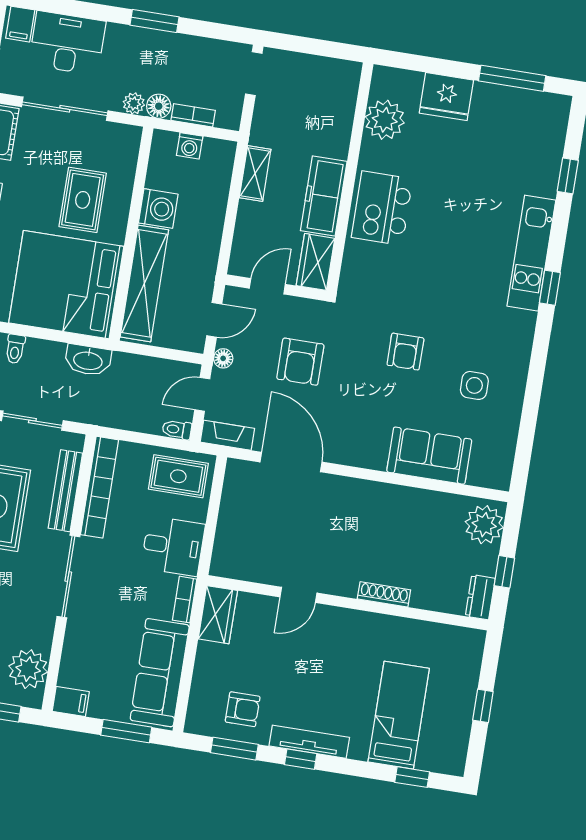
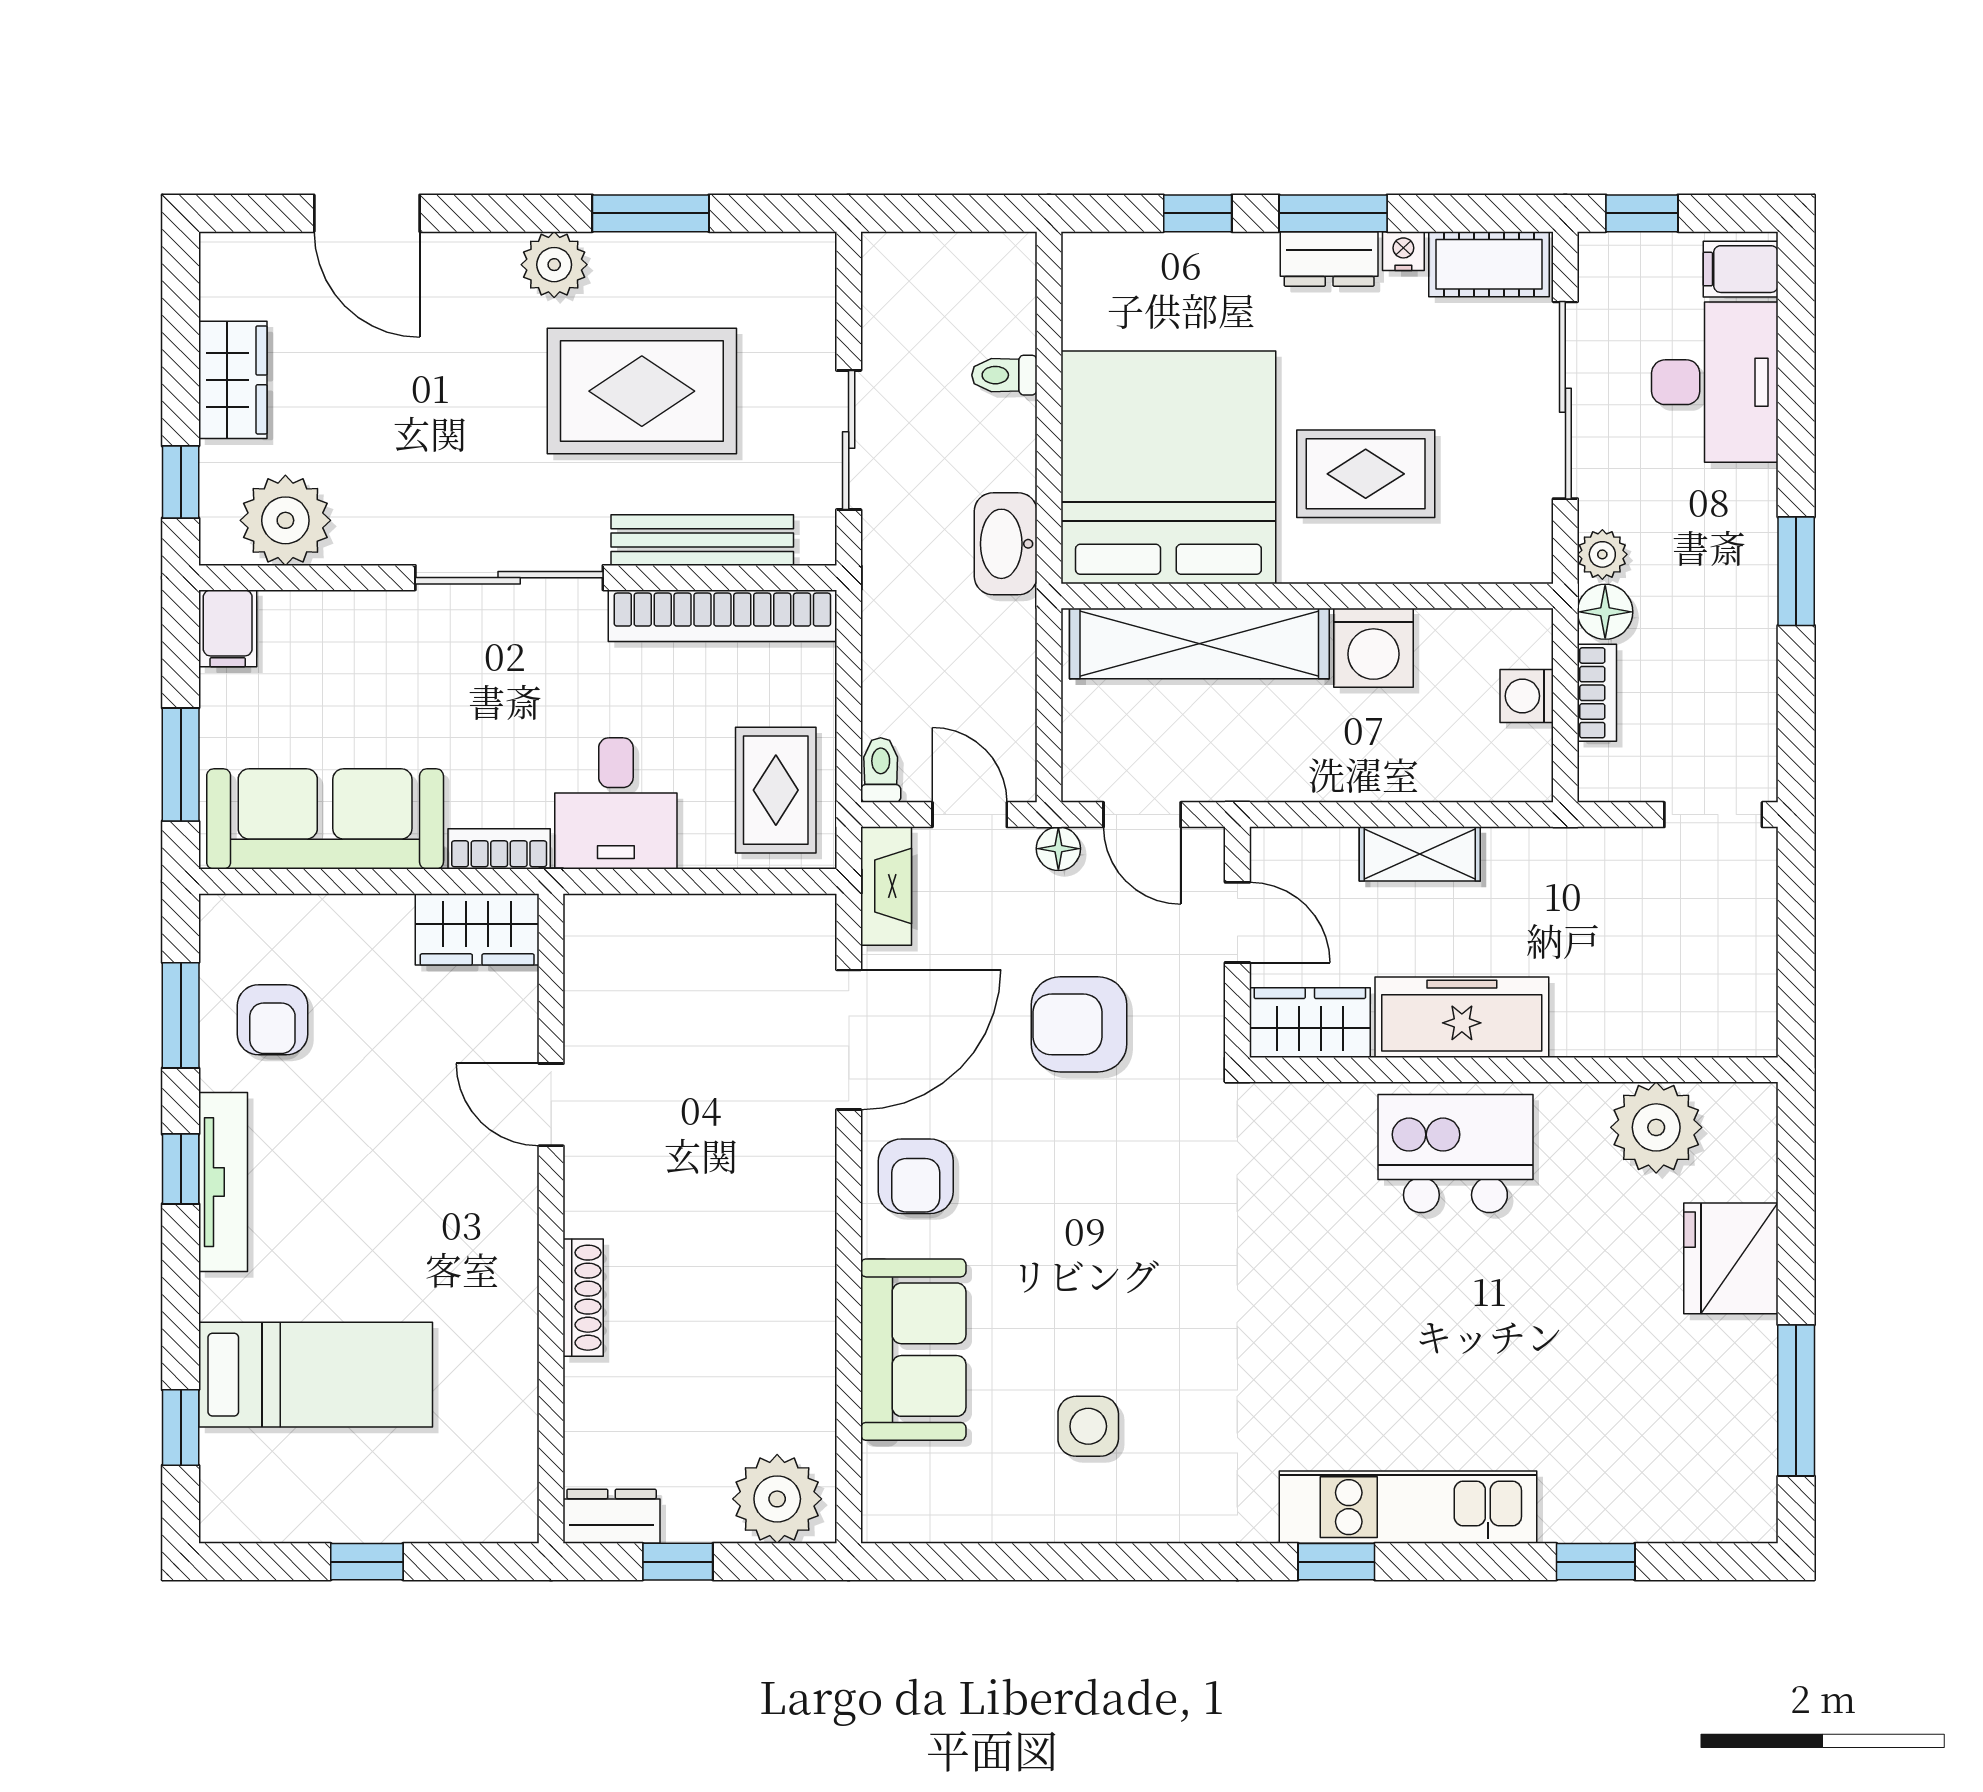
shelving: (255, 173) -> (1420, 854), moved
armchair: (405, 352) -> (916, 1176), moved, turned -90

